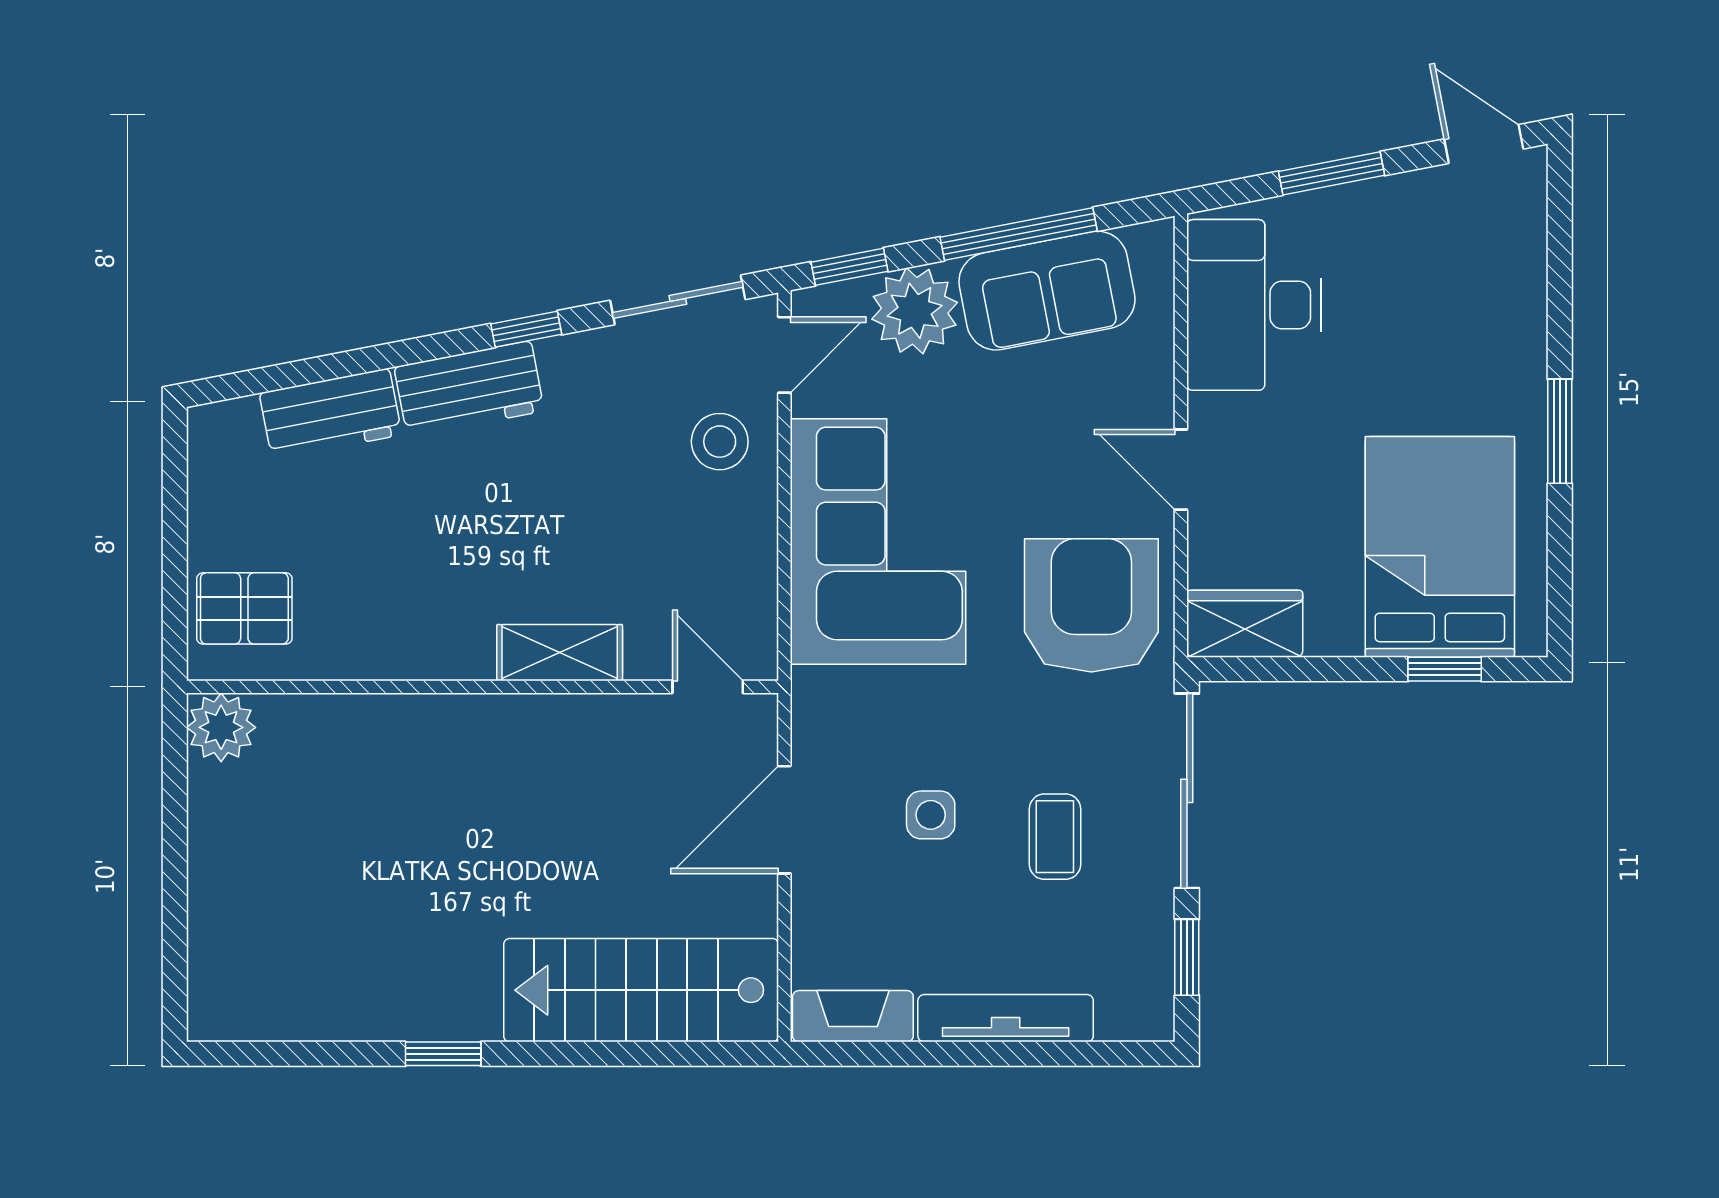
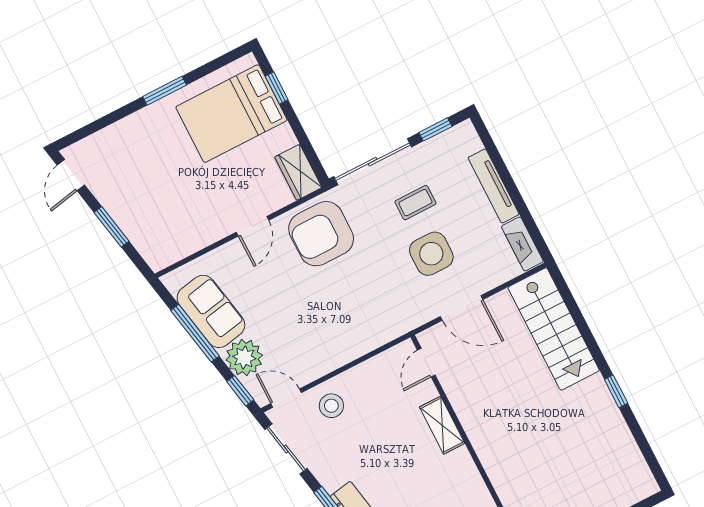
desk: (1254, 305) -> (176, 231), removed
corner sofa: (878, 542) -> (338, 327), removed
side table: (931, 815) -> (431, 254), width x1.87, depth x1.87

